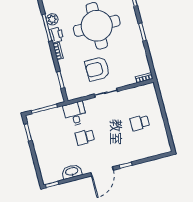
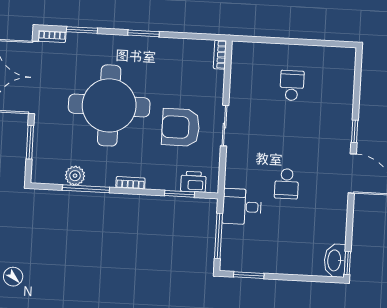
printer: (56, 35) -> (193, 182), moved
armchair: (97, 69) -> (181, 127), turned 90
desk: (75, 114) -> (242, 207), moved
school desk: (140, 123) -> (292, 85), turned 180
washbasin: (72, 172) -> (335, 260), moved

